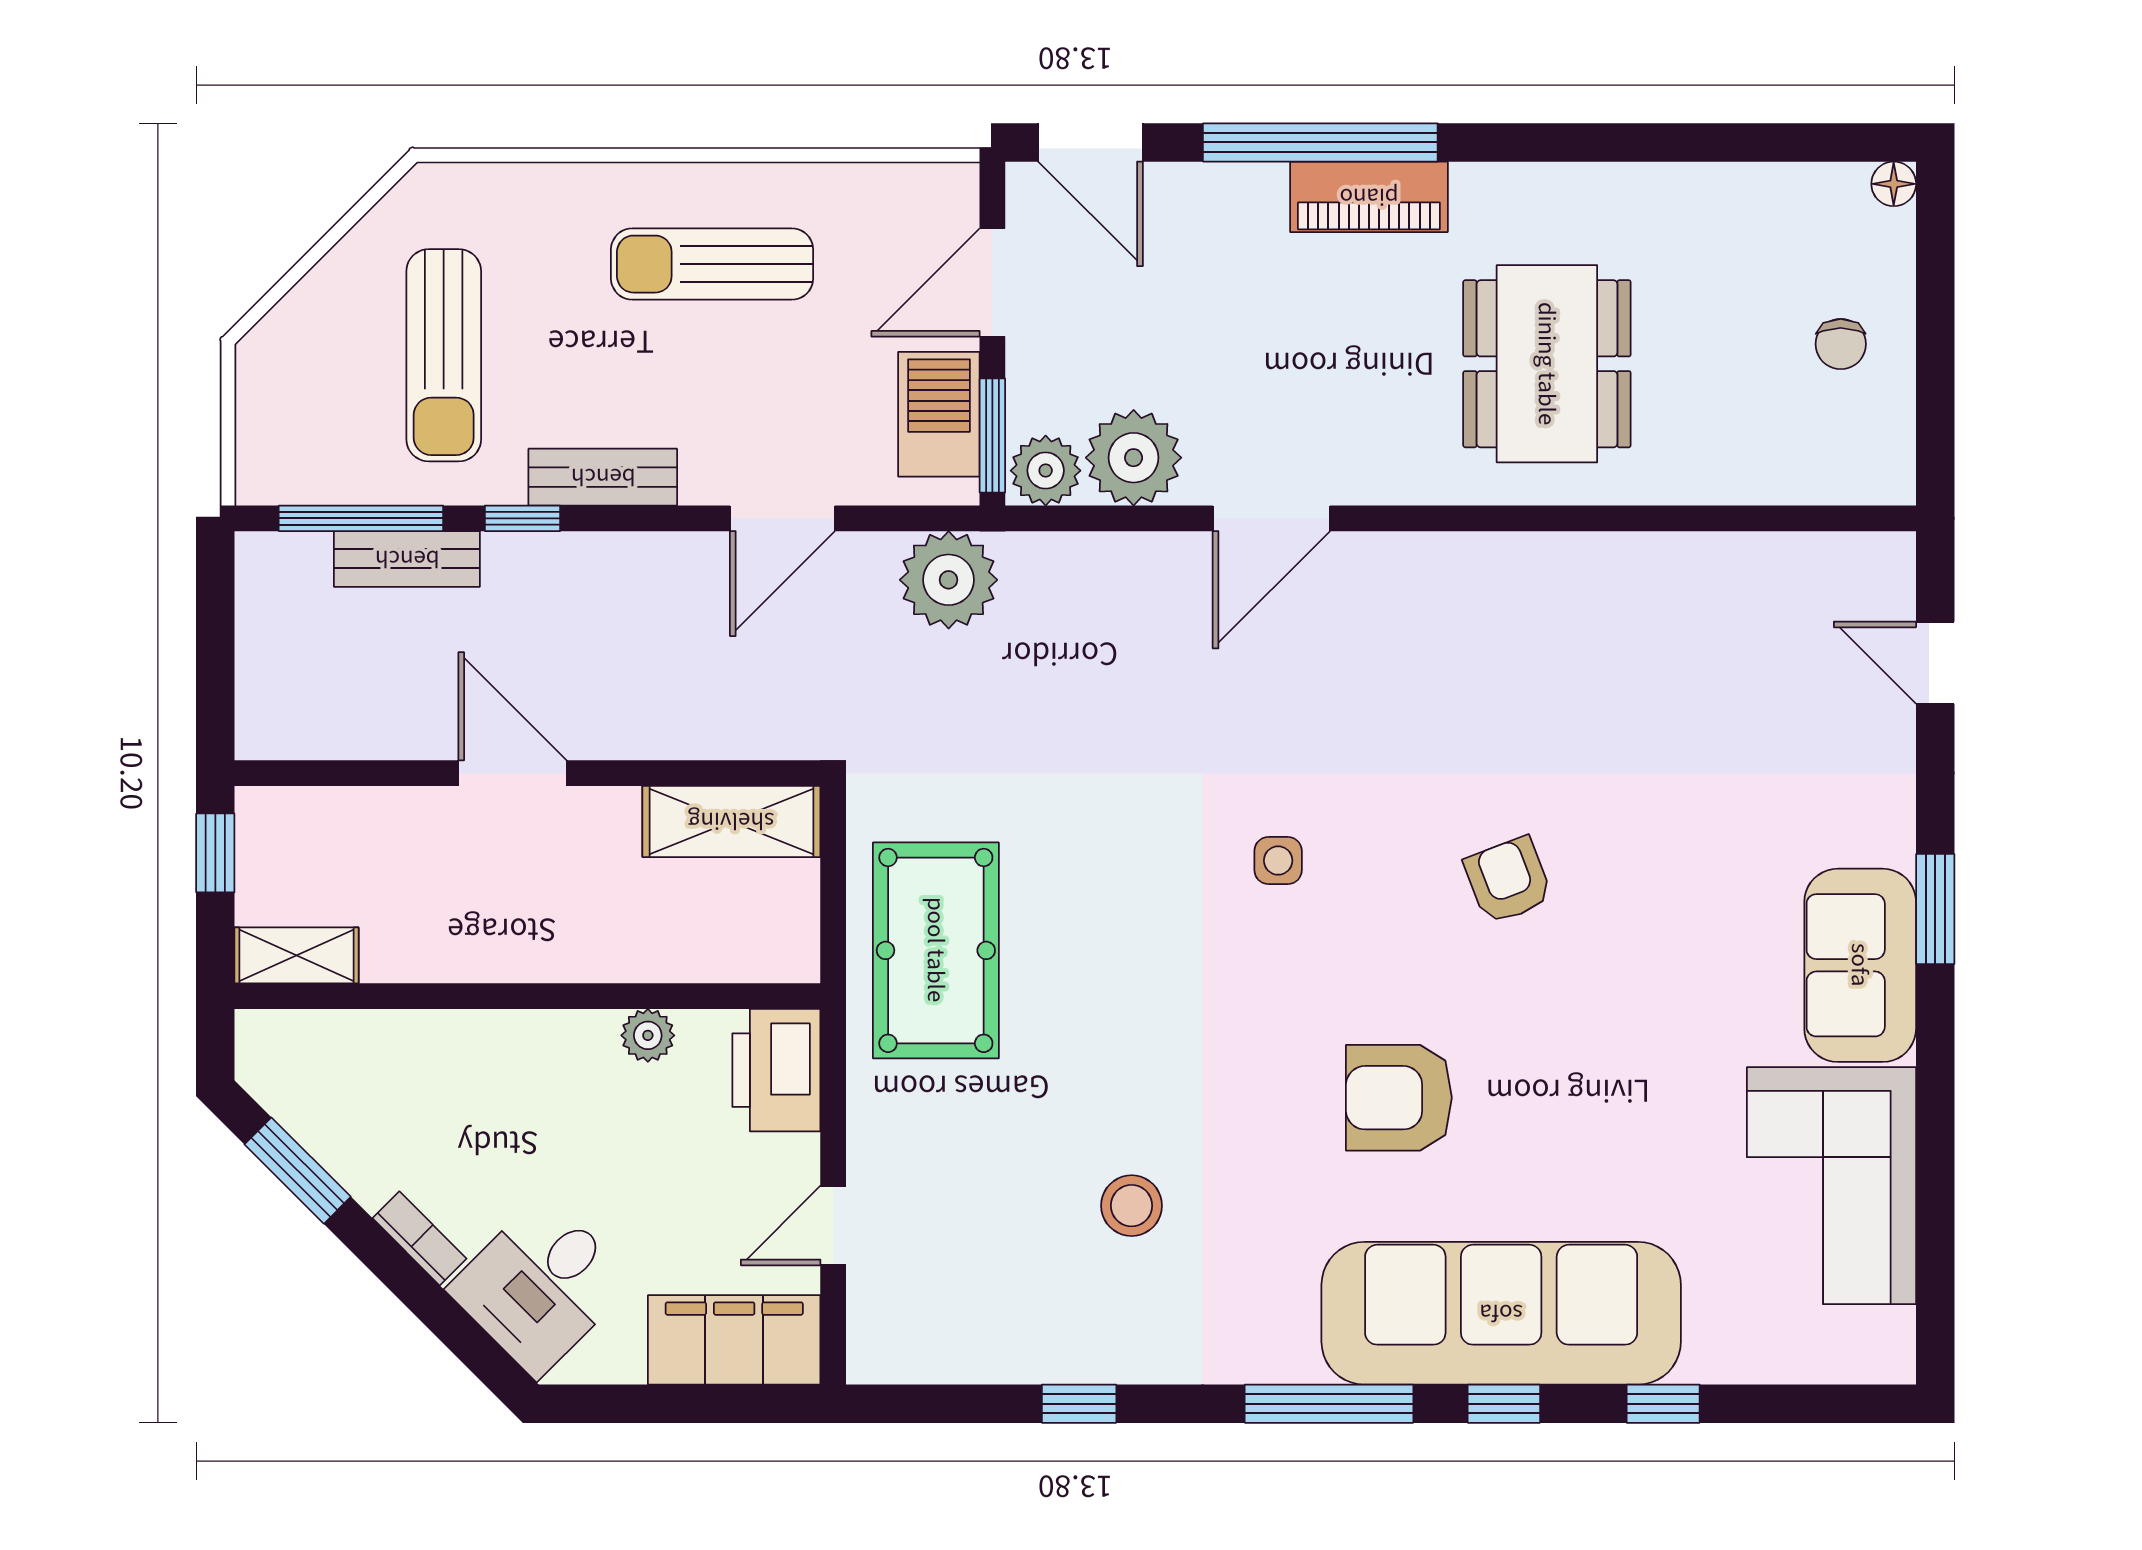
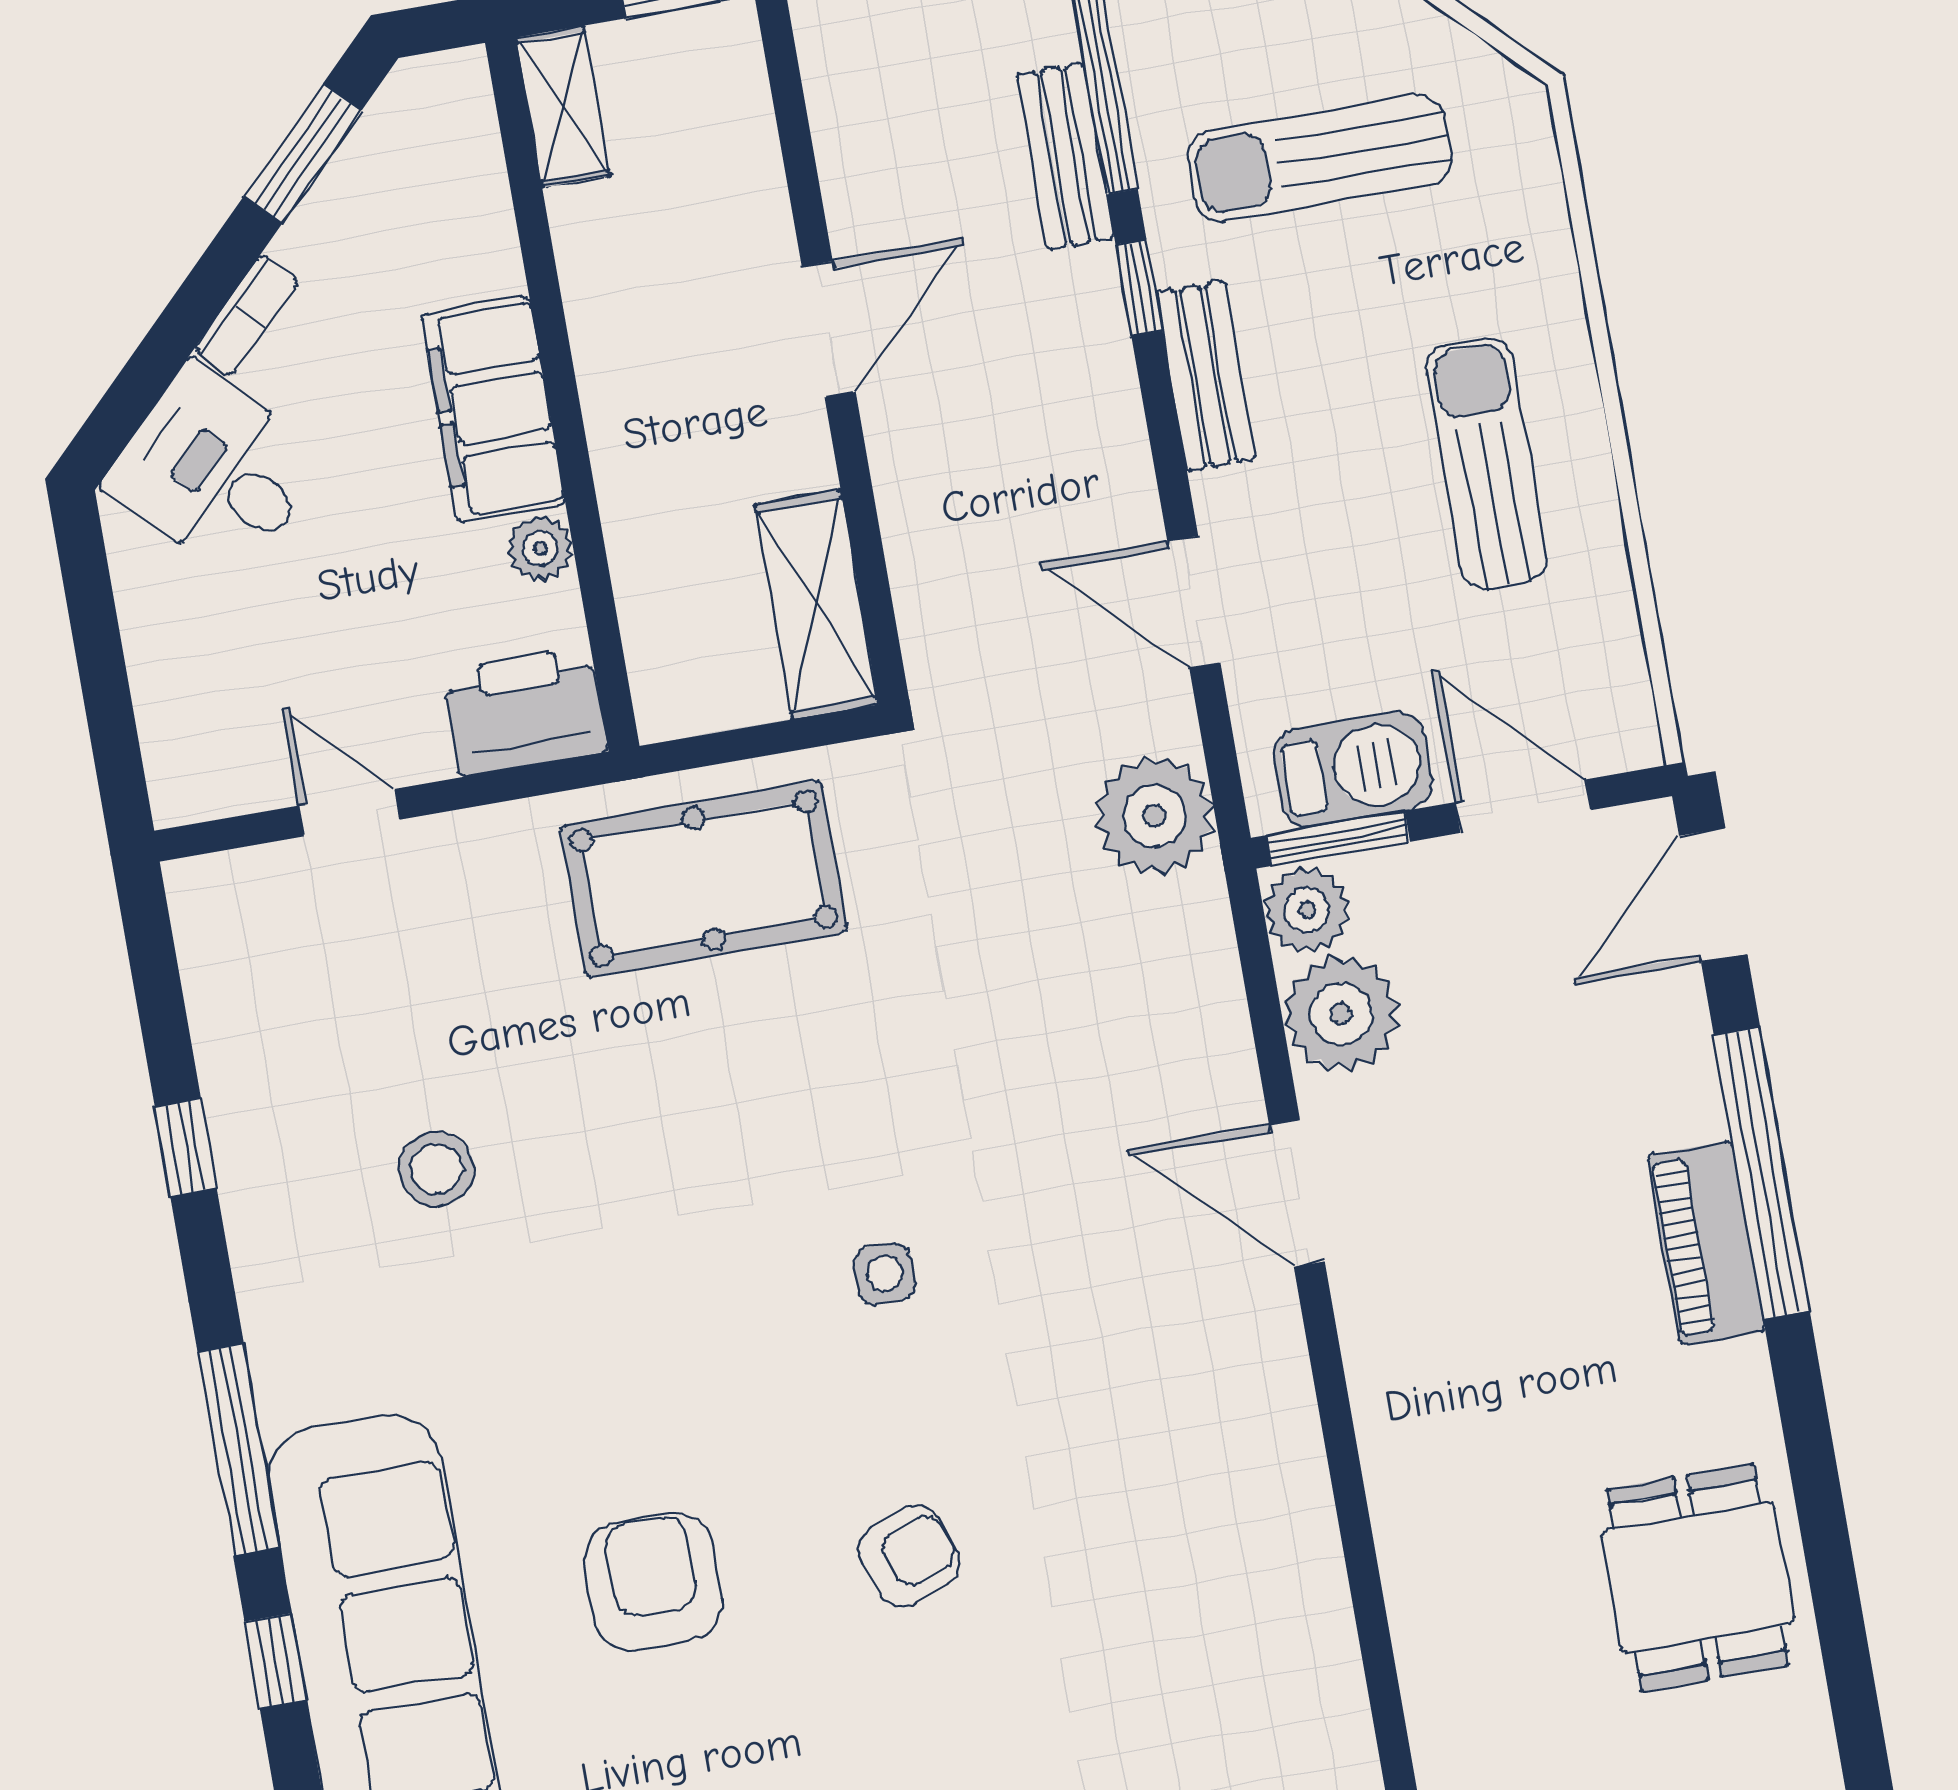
dining table: (1547, 364) -> (1698, 1578), moved, width x0.73
armchair: (1399, 1098) -> (653, 1582), moved
filing cabinet: (734, 1340) -> (493, 409), moved, turned 180

